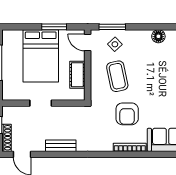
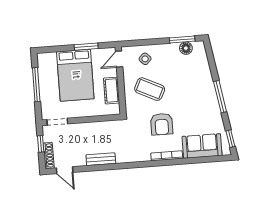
window: (112, 27) -> (182, 39), moved
door: (88, 42) -> (119, 59), hinge flipped
coffee table: (117, 76) -> (150, 89), turned -52
doorway: (41, 103) -> (57, 122), moved

